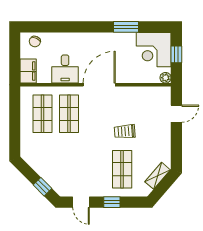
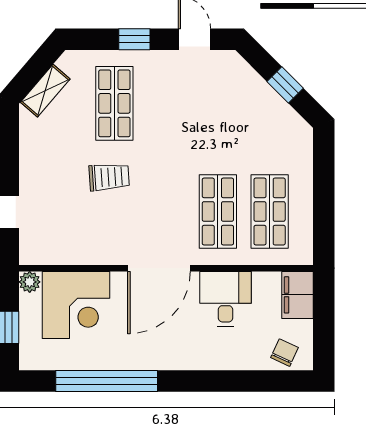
window: (126, 27) -> (107, 381), width x2.11
corner desk: (154, 50) -> (76, 305), moved, turned 90
window: (42, 187) -> (285, 85), moved

